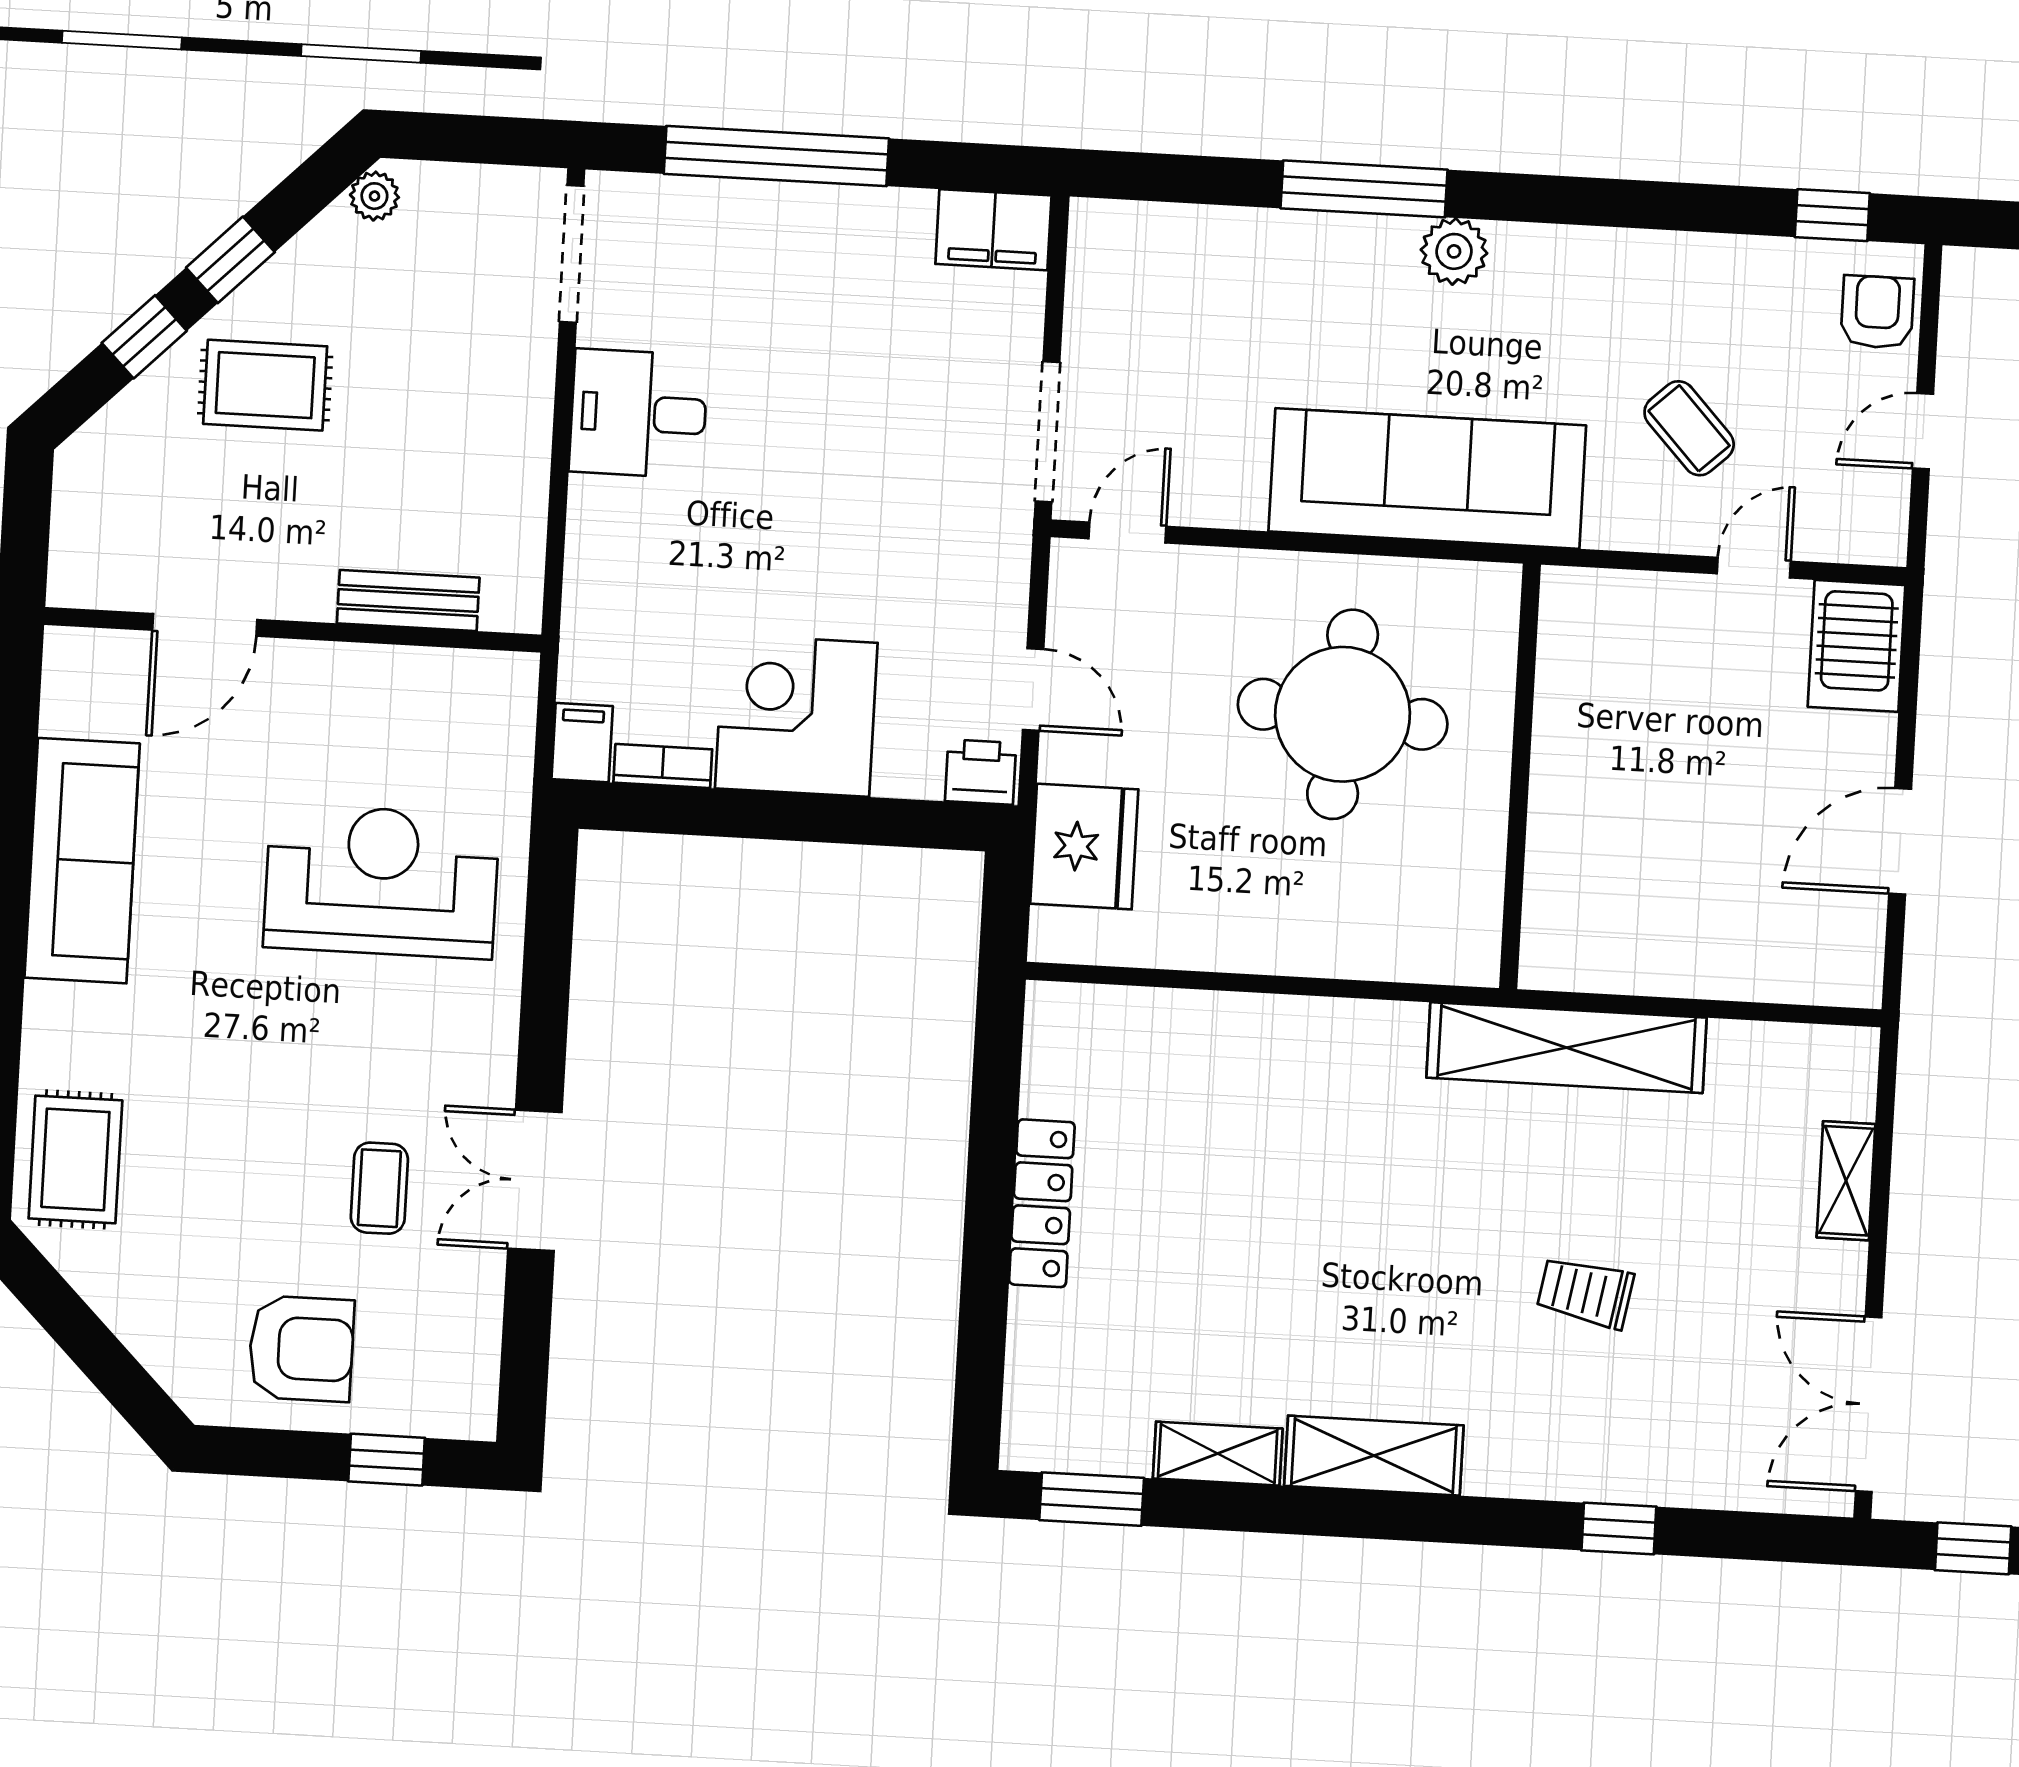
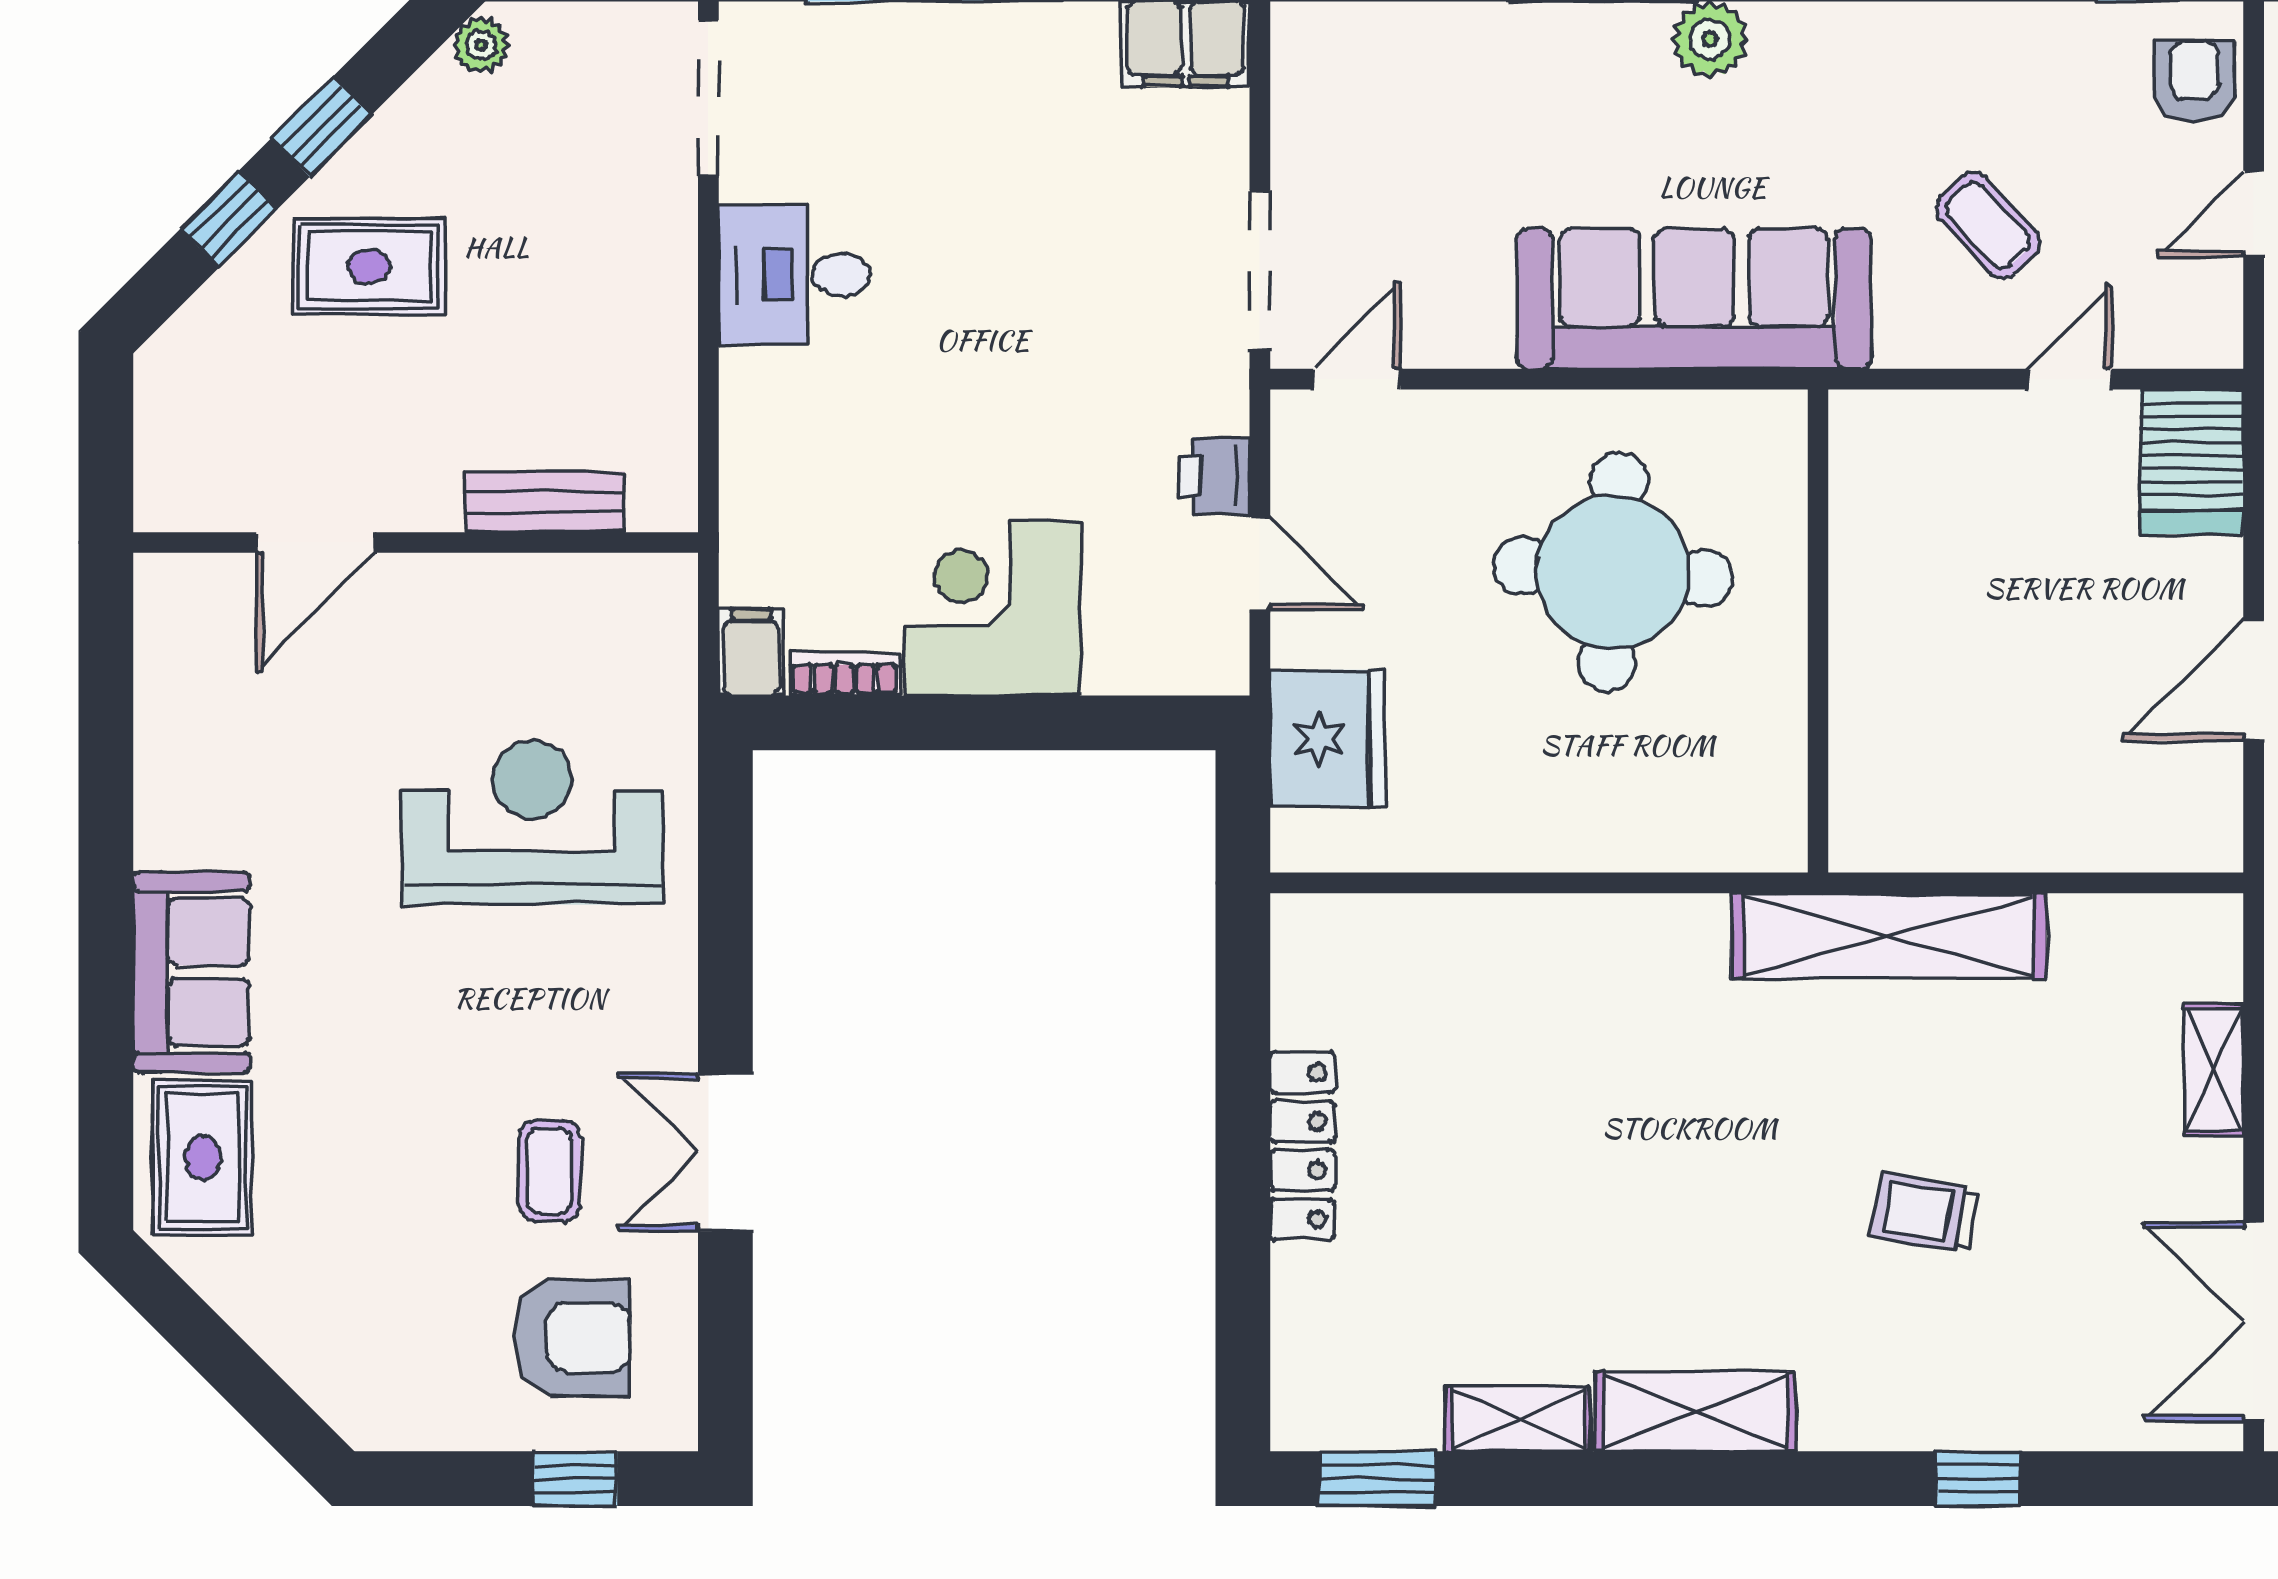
printer: (981, 772) -> (1214, 476), moved, turned -90
sofa: (82, 861) -> (191, 972), moved, width x0.73
armchair: (301, 1349) -> (572, 1337), moved

